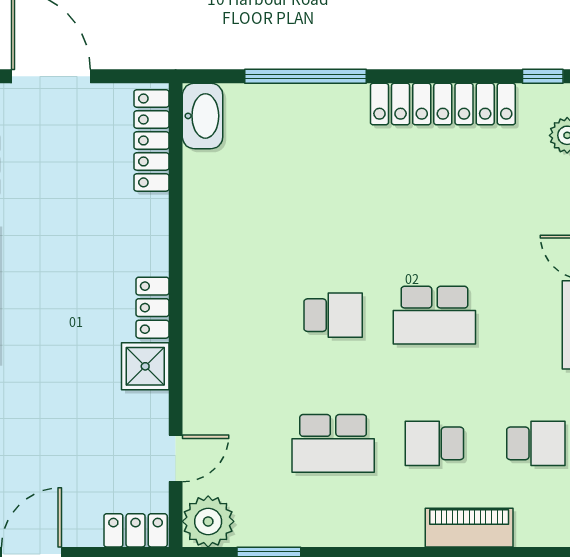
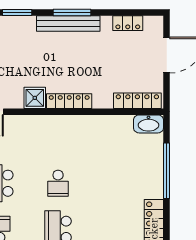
locker: (152, 308) -> (69, 101), width x1.53

